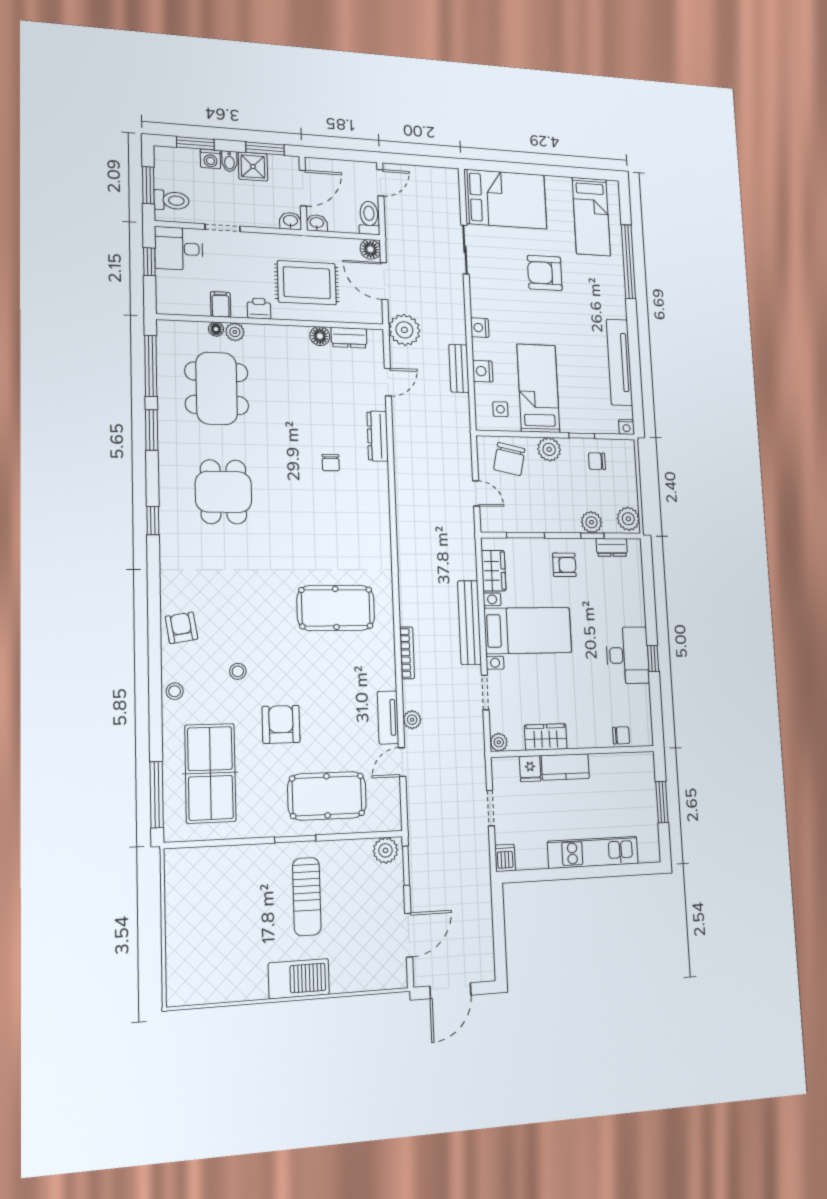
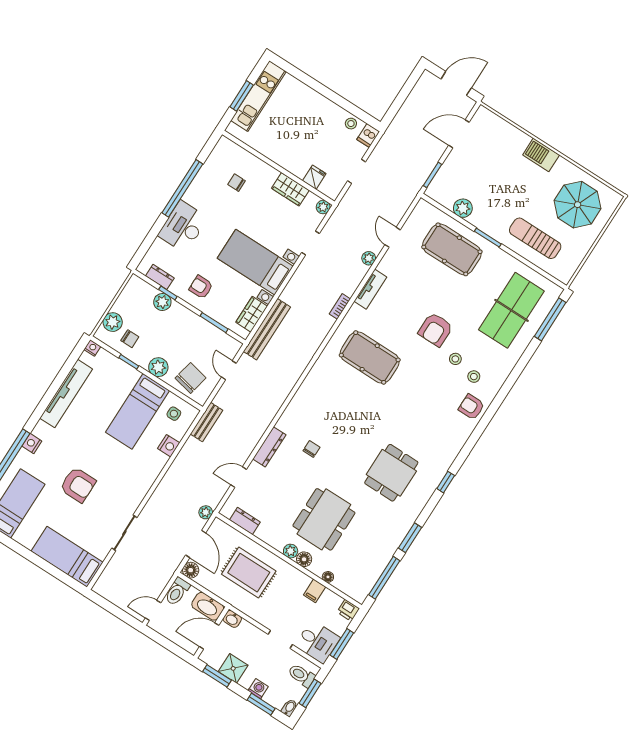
bidet: (229, 161) -> (289, 708), moved
bed: (505, 199) -> (67, 557), width x0.67
washbasin: (317, 223) -> (208, 606), width x1.91, depth x1.45
window: (149, 262) -> (342, 644), width x1.50
printer: (259, 309) -> (348, 610), moved
nightstand: (480, 328) -> (32, 443), moved, turned 180
plant: (404, 330) -> (206, 512), width x0.53, depth x0.53
plant: (235, 332) -> (291, 551), moved
floor lamp: (320, 336) -> (304, 559), moved
bench: (459, 368) -> (206, 422), moved
dining table: (217, 388) -> (324, 519), moved
plant: (628, 519) -> (113, 322), moved
bench: (469, 623) -> (267, 329), moved
armchair: (181, 628) -> (471, 407), turned 99
bookcase: (407, 653) -> (340, 306), width x0.64
desk: (627, 655) -> (183, 227), moved
window: (653, 658) -> (182, 188), width x3.17
stool: (175, 691) -> (474, 377), moved
tv unit: (388, 717) -> (370, 289), moved
armchair: (281, 724) -> (435, 330), moved
chair: (621, 735) -> (237, 183), moved
door: (402, 762) -> (393, 237), swing flipped
kitchen counter: (565, 767) -> (291, 162), removed
plant: (385, 850) -> (463, 208), moved
kitchen unit: (593, 852) -> (258, 96), moved, turned -90
stool: (532, 857) -> (351, 124), added
sun lounger: (307, 897) -> (535, 238), moved, turned -90
parasol: (216, 955) -> (578, 205), added
barbecue: (299, 979) -> (541, 155), width x0.73, depth x0.83

